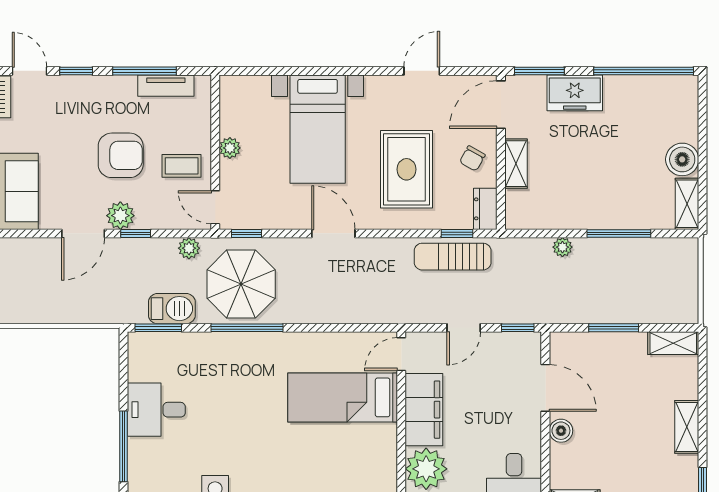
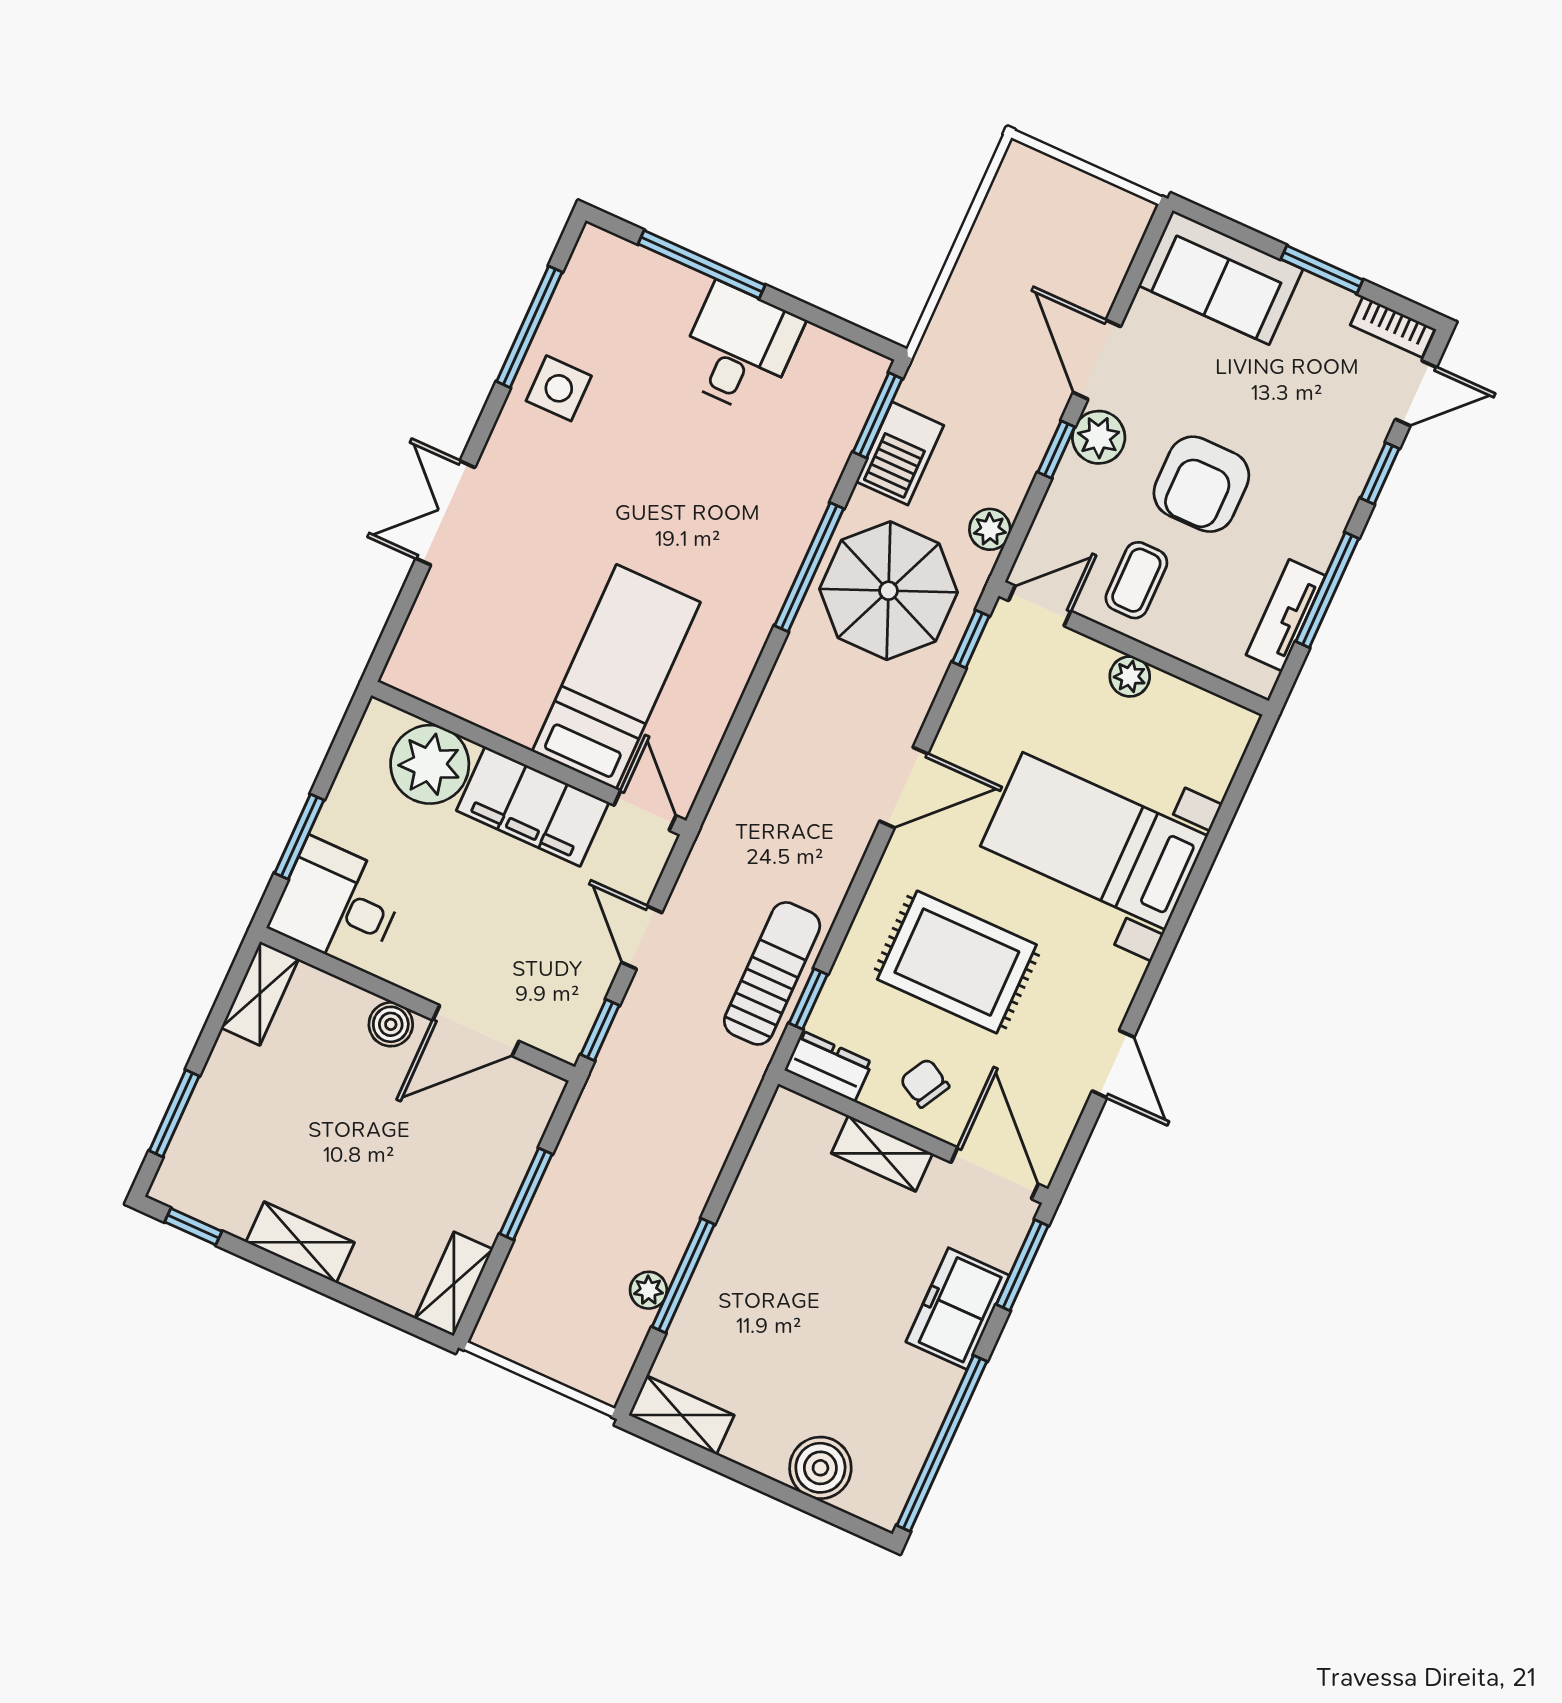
boiler: (682, 159) -> (820, 1468), moved
plant: (562, 247) -> (648, 1290), moved

